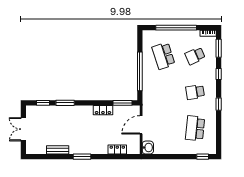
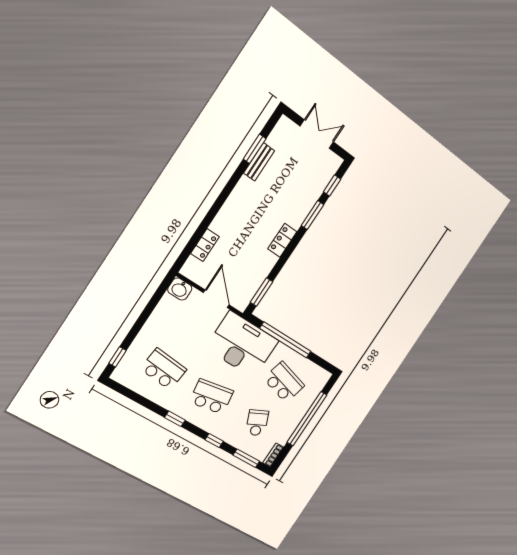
school desk: (163, 56) -> (284, 382), turned 33
school desk: (195, 92) -> (211, 397), width x1.85
desk: (157, 94) -> (242, 345), added
locker: (103, 110) -> (282, 240), moved
window: (82, 157) -> (255, 149), moved

